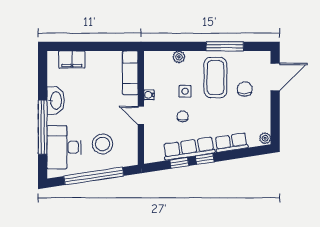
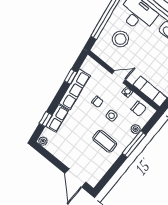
window: (225, 46) -> (134, 144), moved
coffee table: (215, 77) -> (105, 141), width x0.73, depth x0.76
chair: (245, 89) -> (138, 109), moved
window: (205, 159) -> (46, 119), moved

